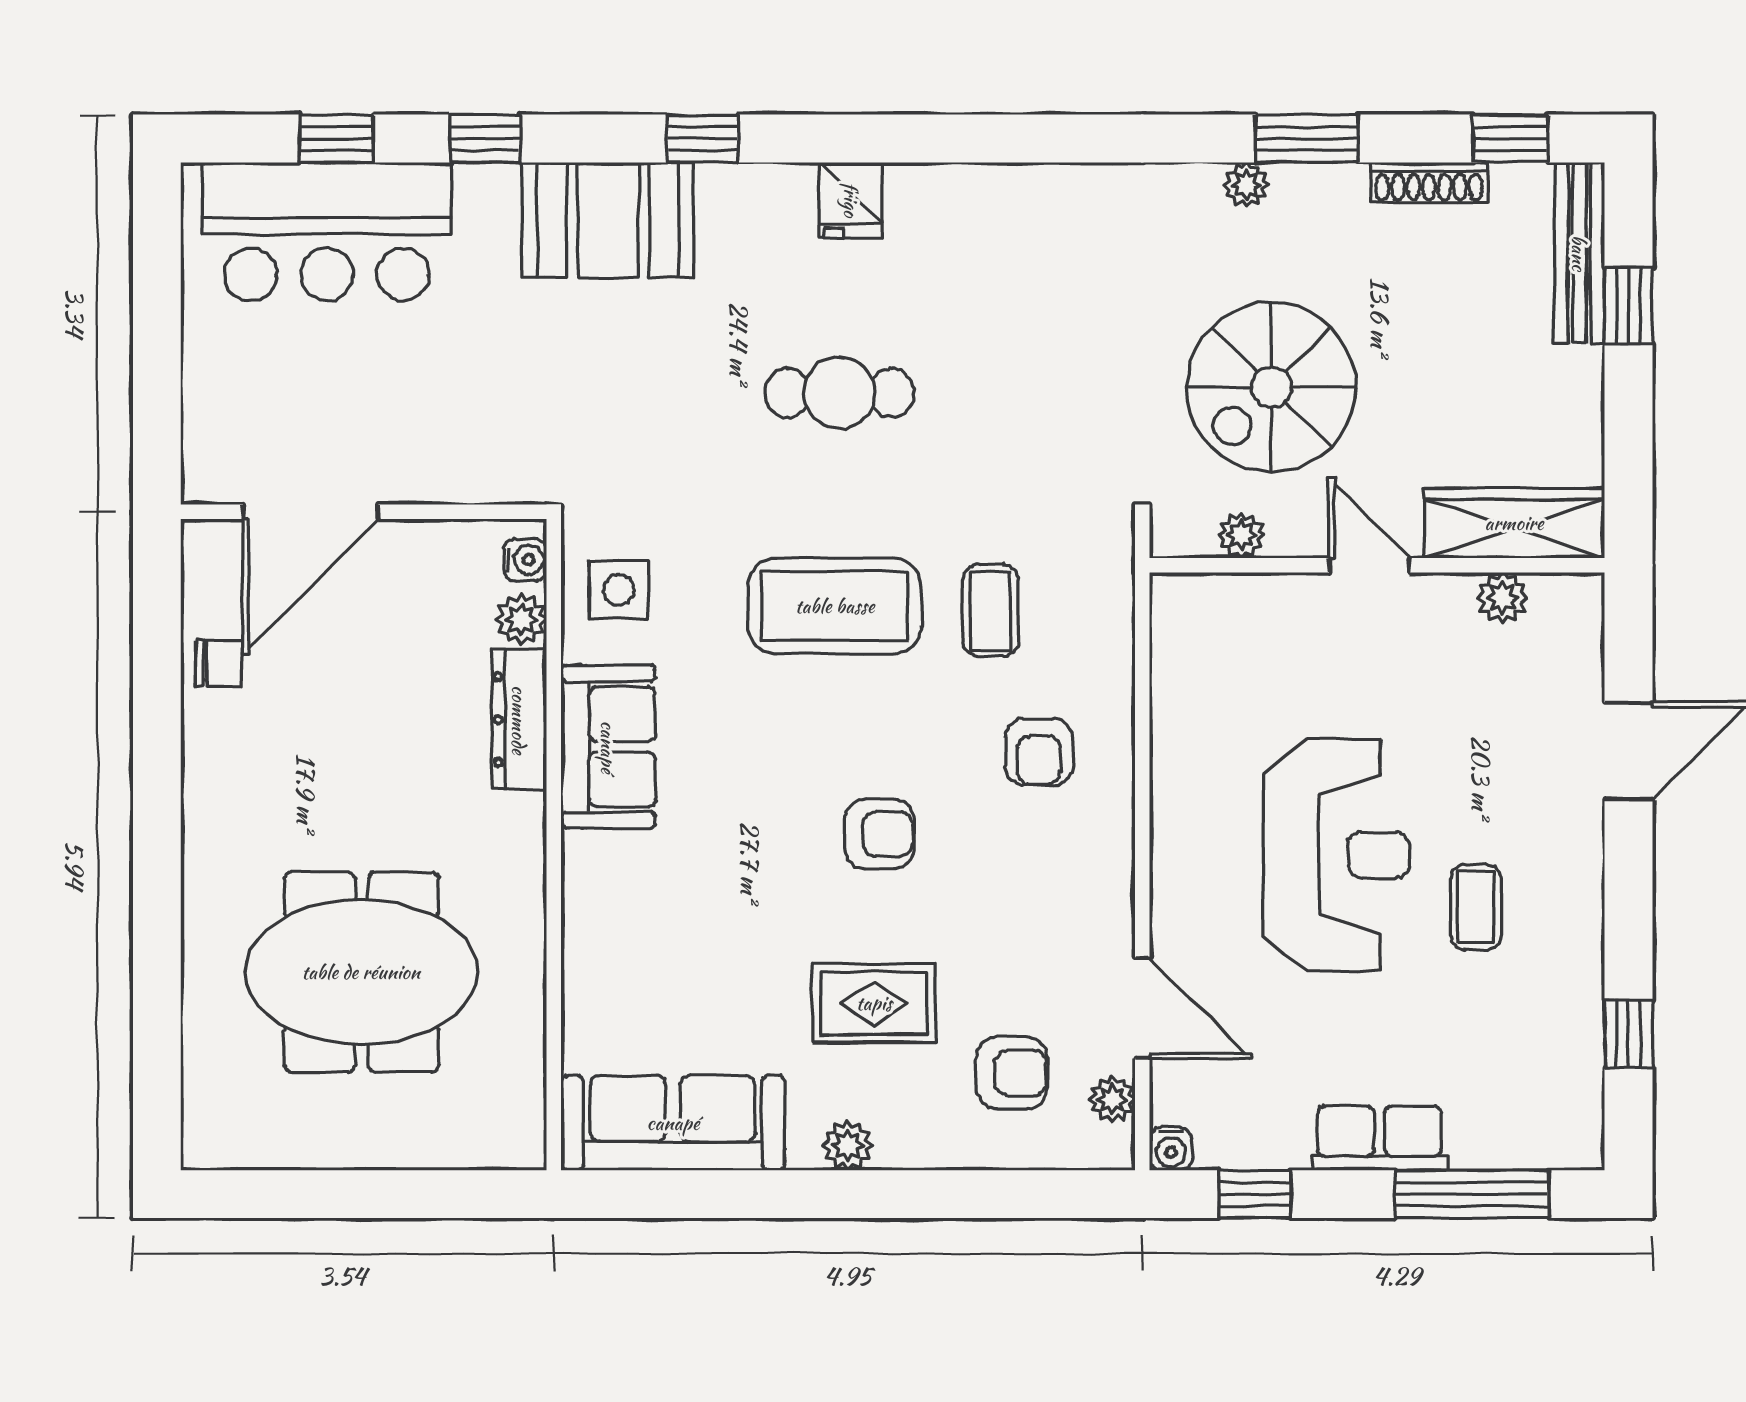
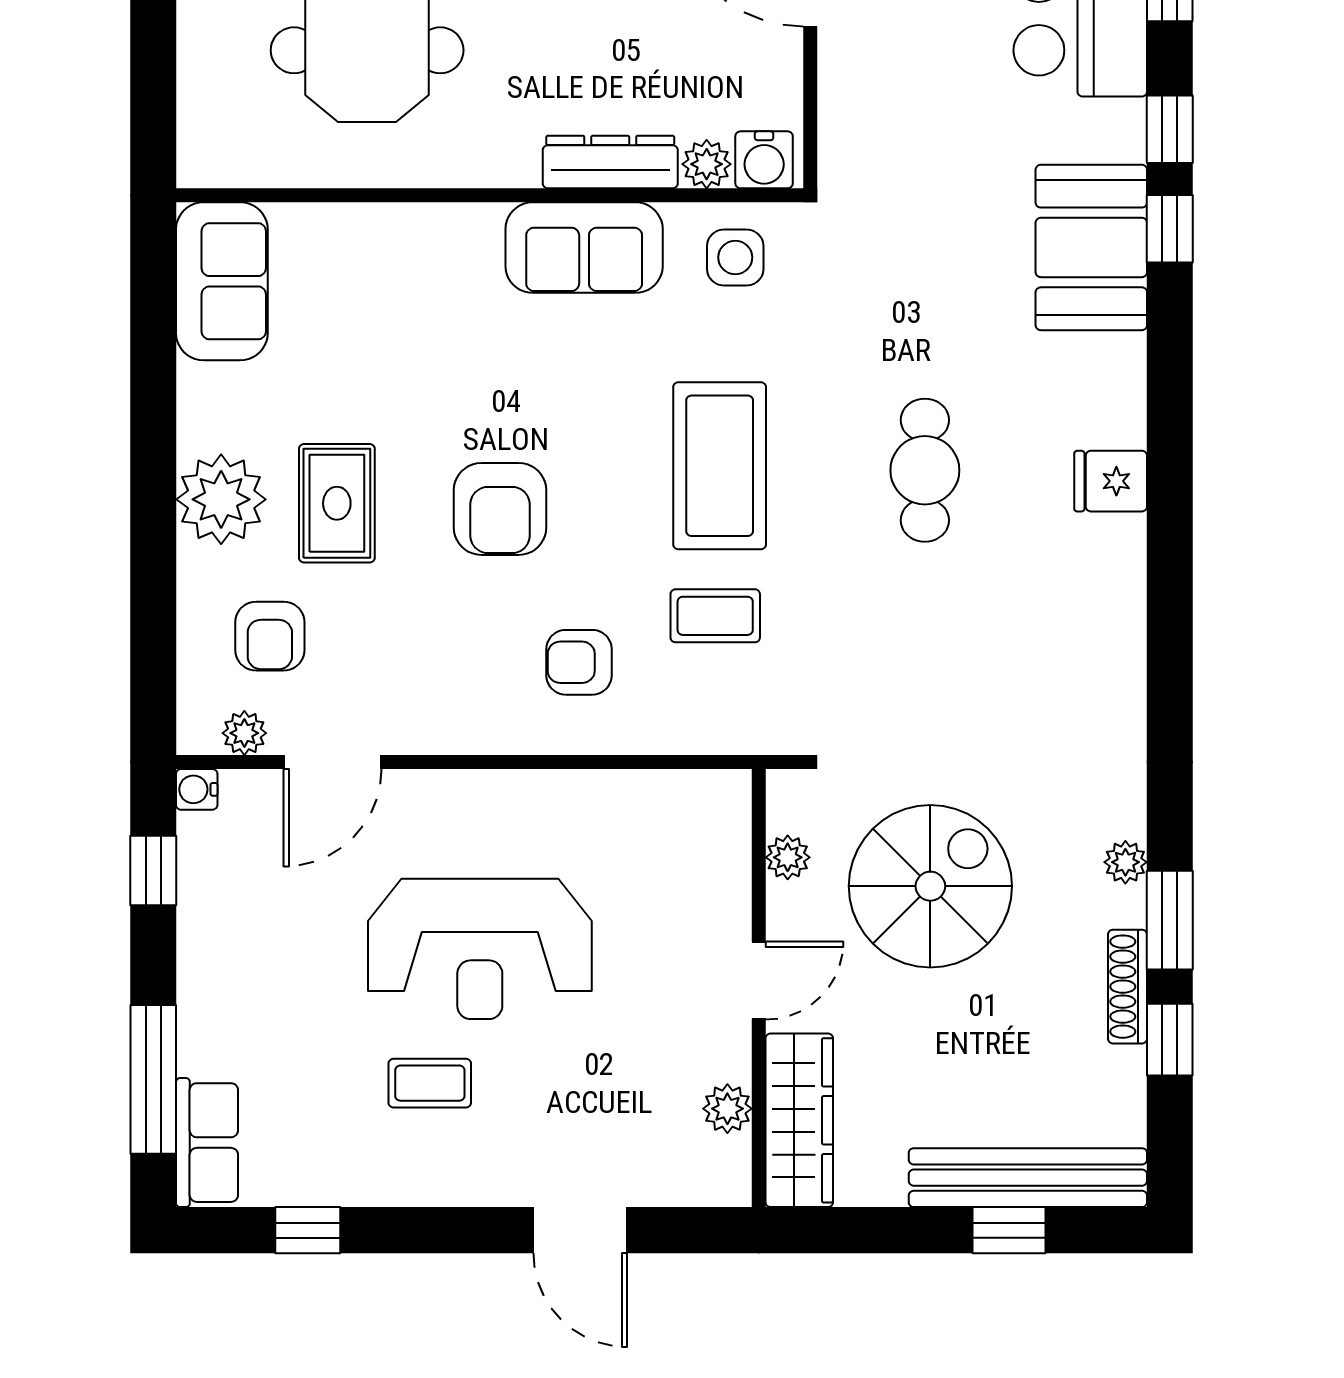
window: (703, 139) -> (1170, 229), moved
window: (1510, 139) -> (1170, 1040), moved
shoe rack: (1429, 182) -> (1127, 987), moved
bench: (1579, 253) -> (1028, 1178), width x1.37, depth x1.21
spiral stairs: (1271, 387) -> (930, 886), turned 90
water cooler: (525, 560) -> (764, 160), width x1.38, depth x1.38
armchair: (880, 834) -> (500, 509), width x1.38, depth x1.38
sofa: (673, 1123) -> (222, 281), width x0.73
row of seats: (1379, 1138) -> (207, 1143), moved
plant: (848, 1145) -> (221, 499), width x1.87, depth x1.87

